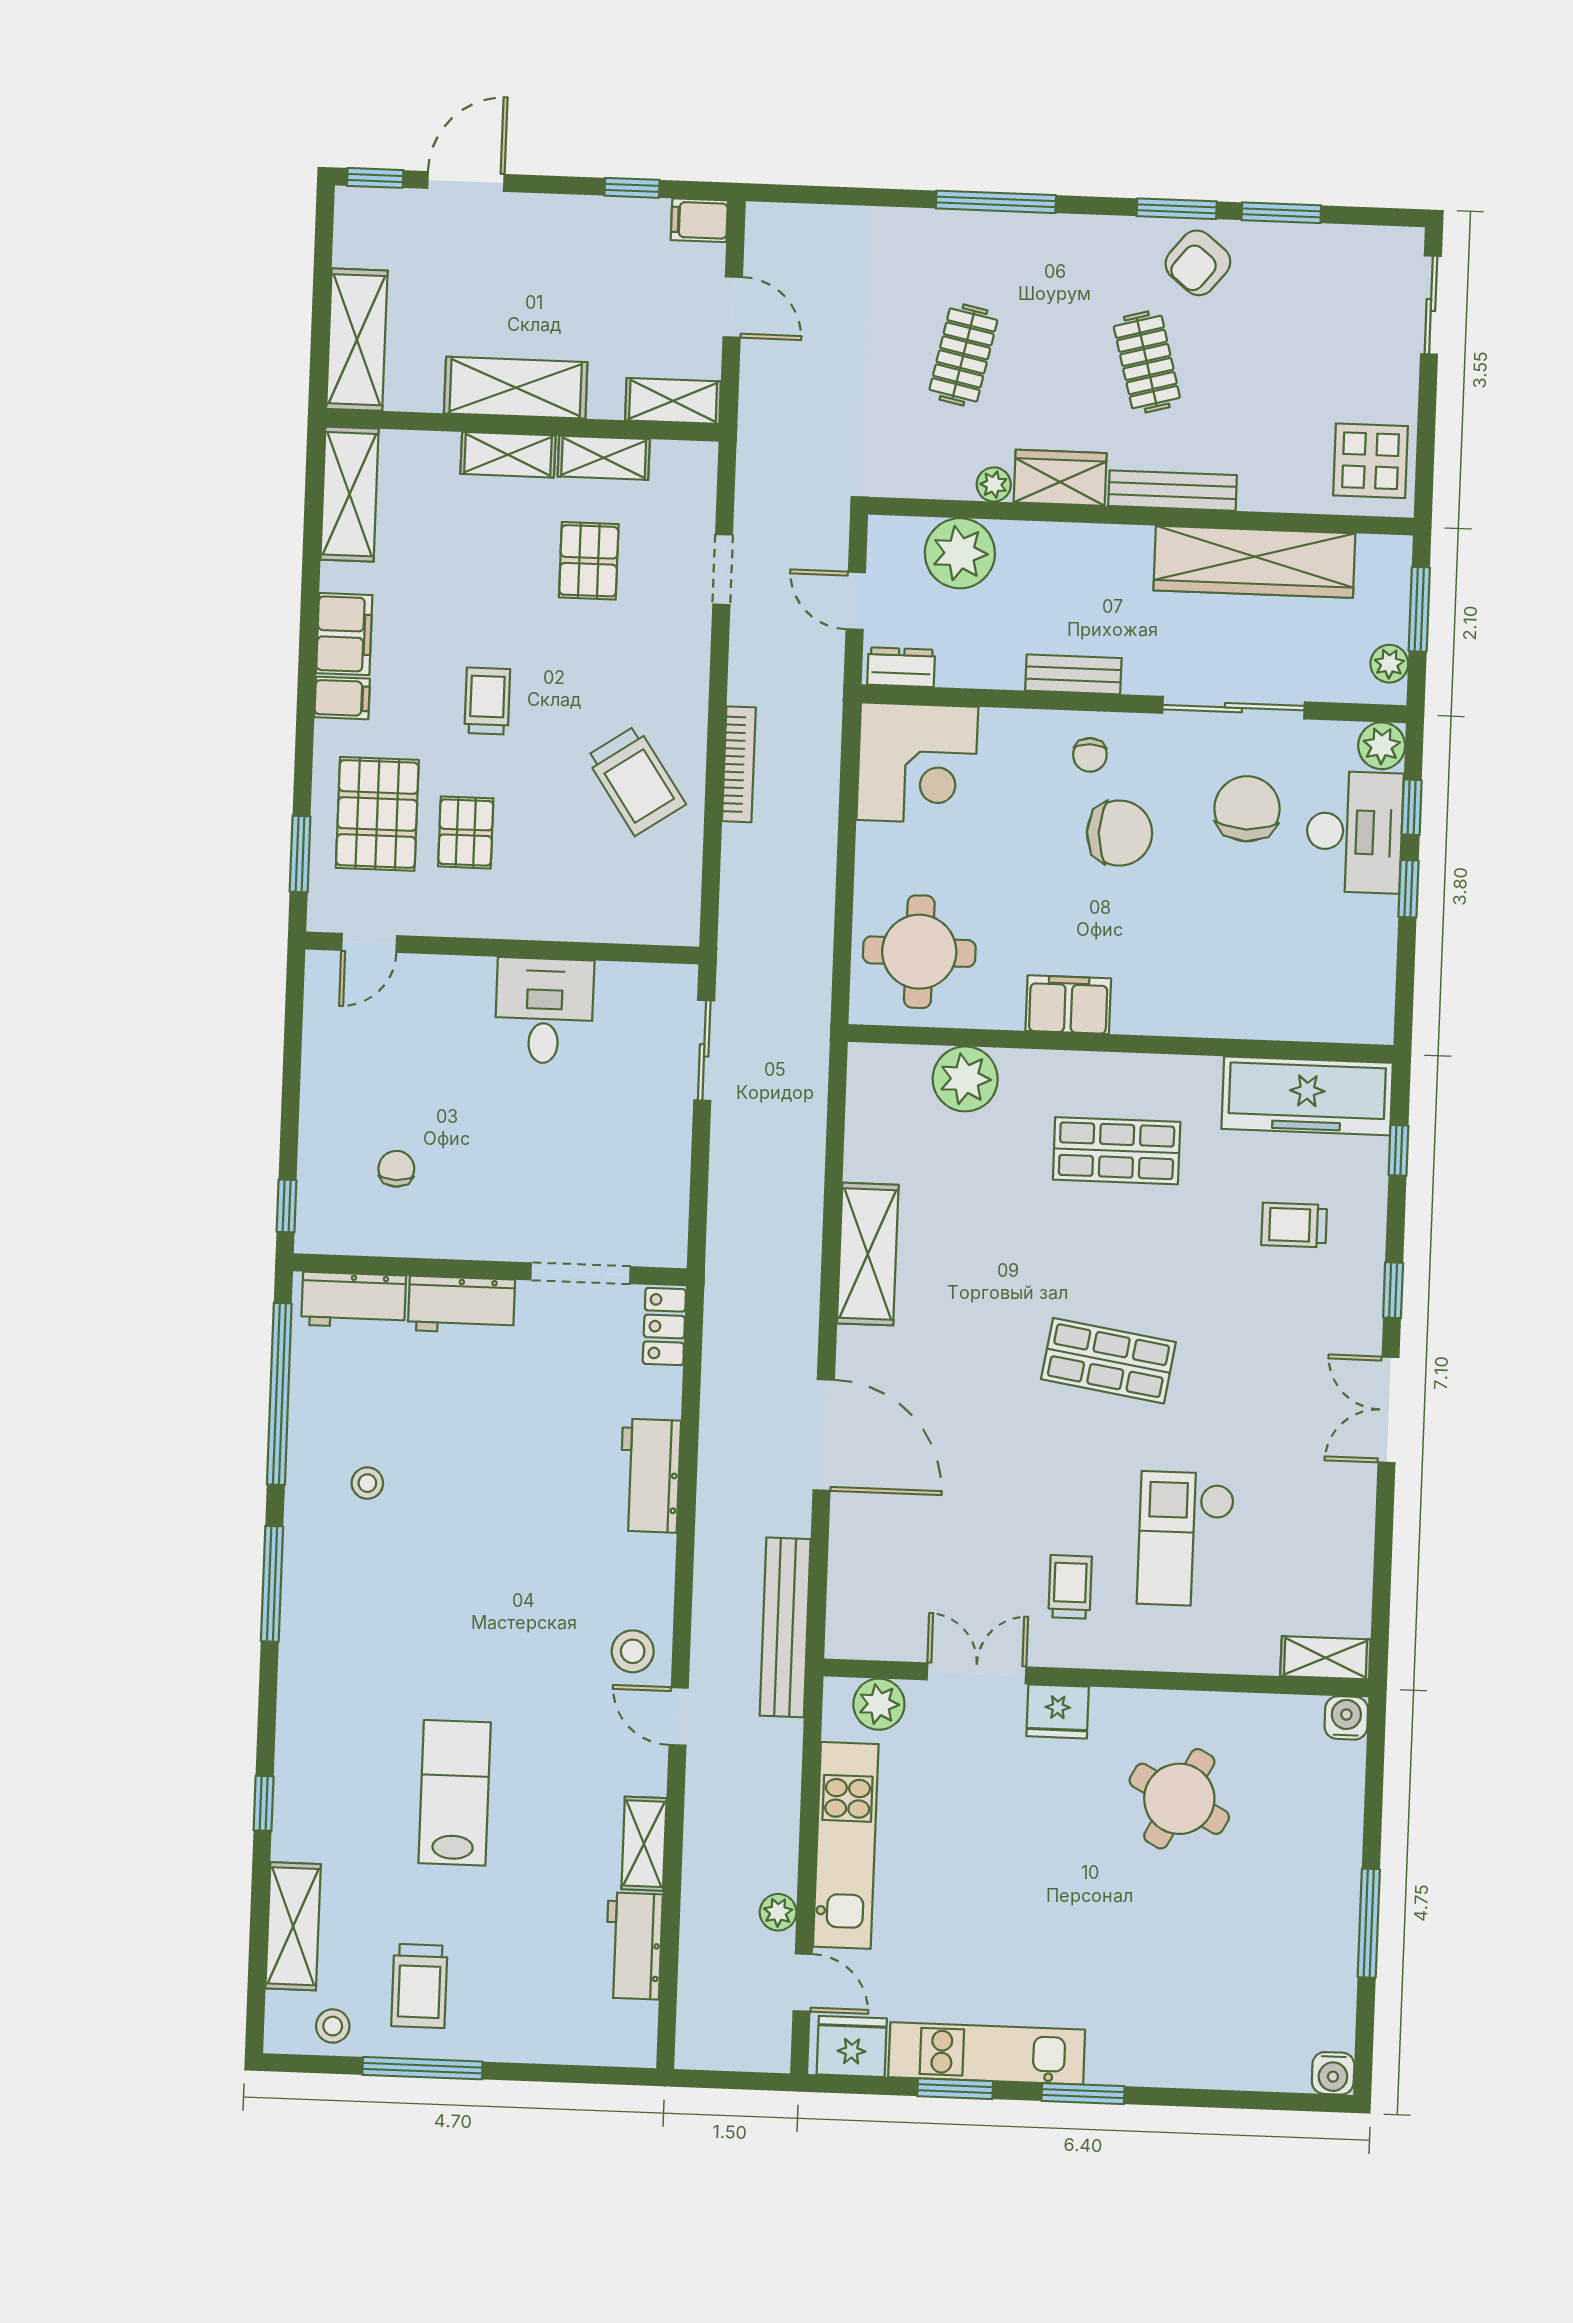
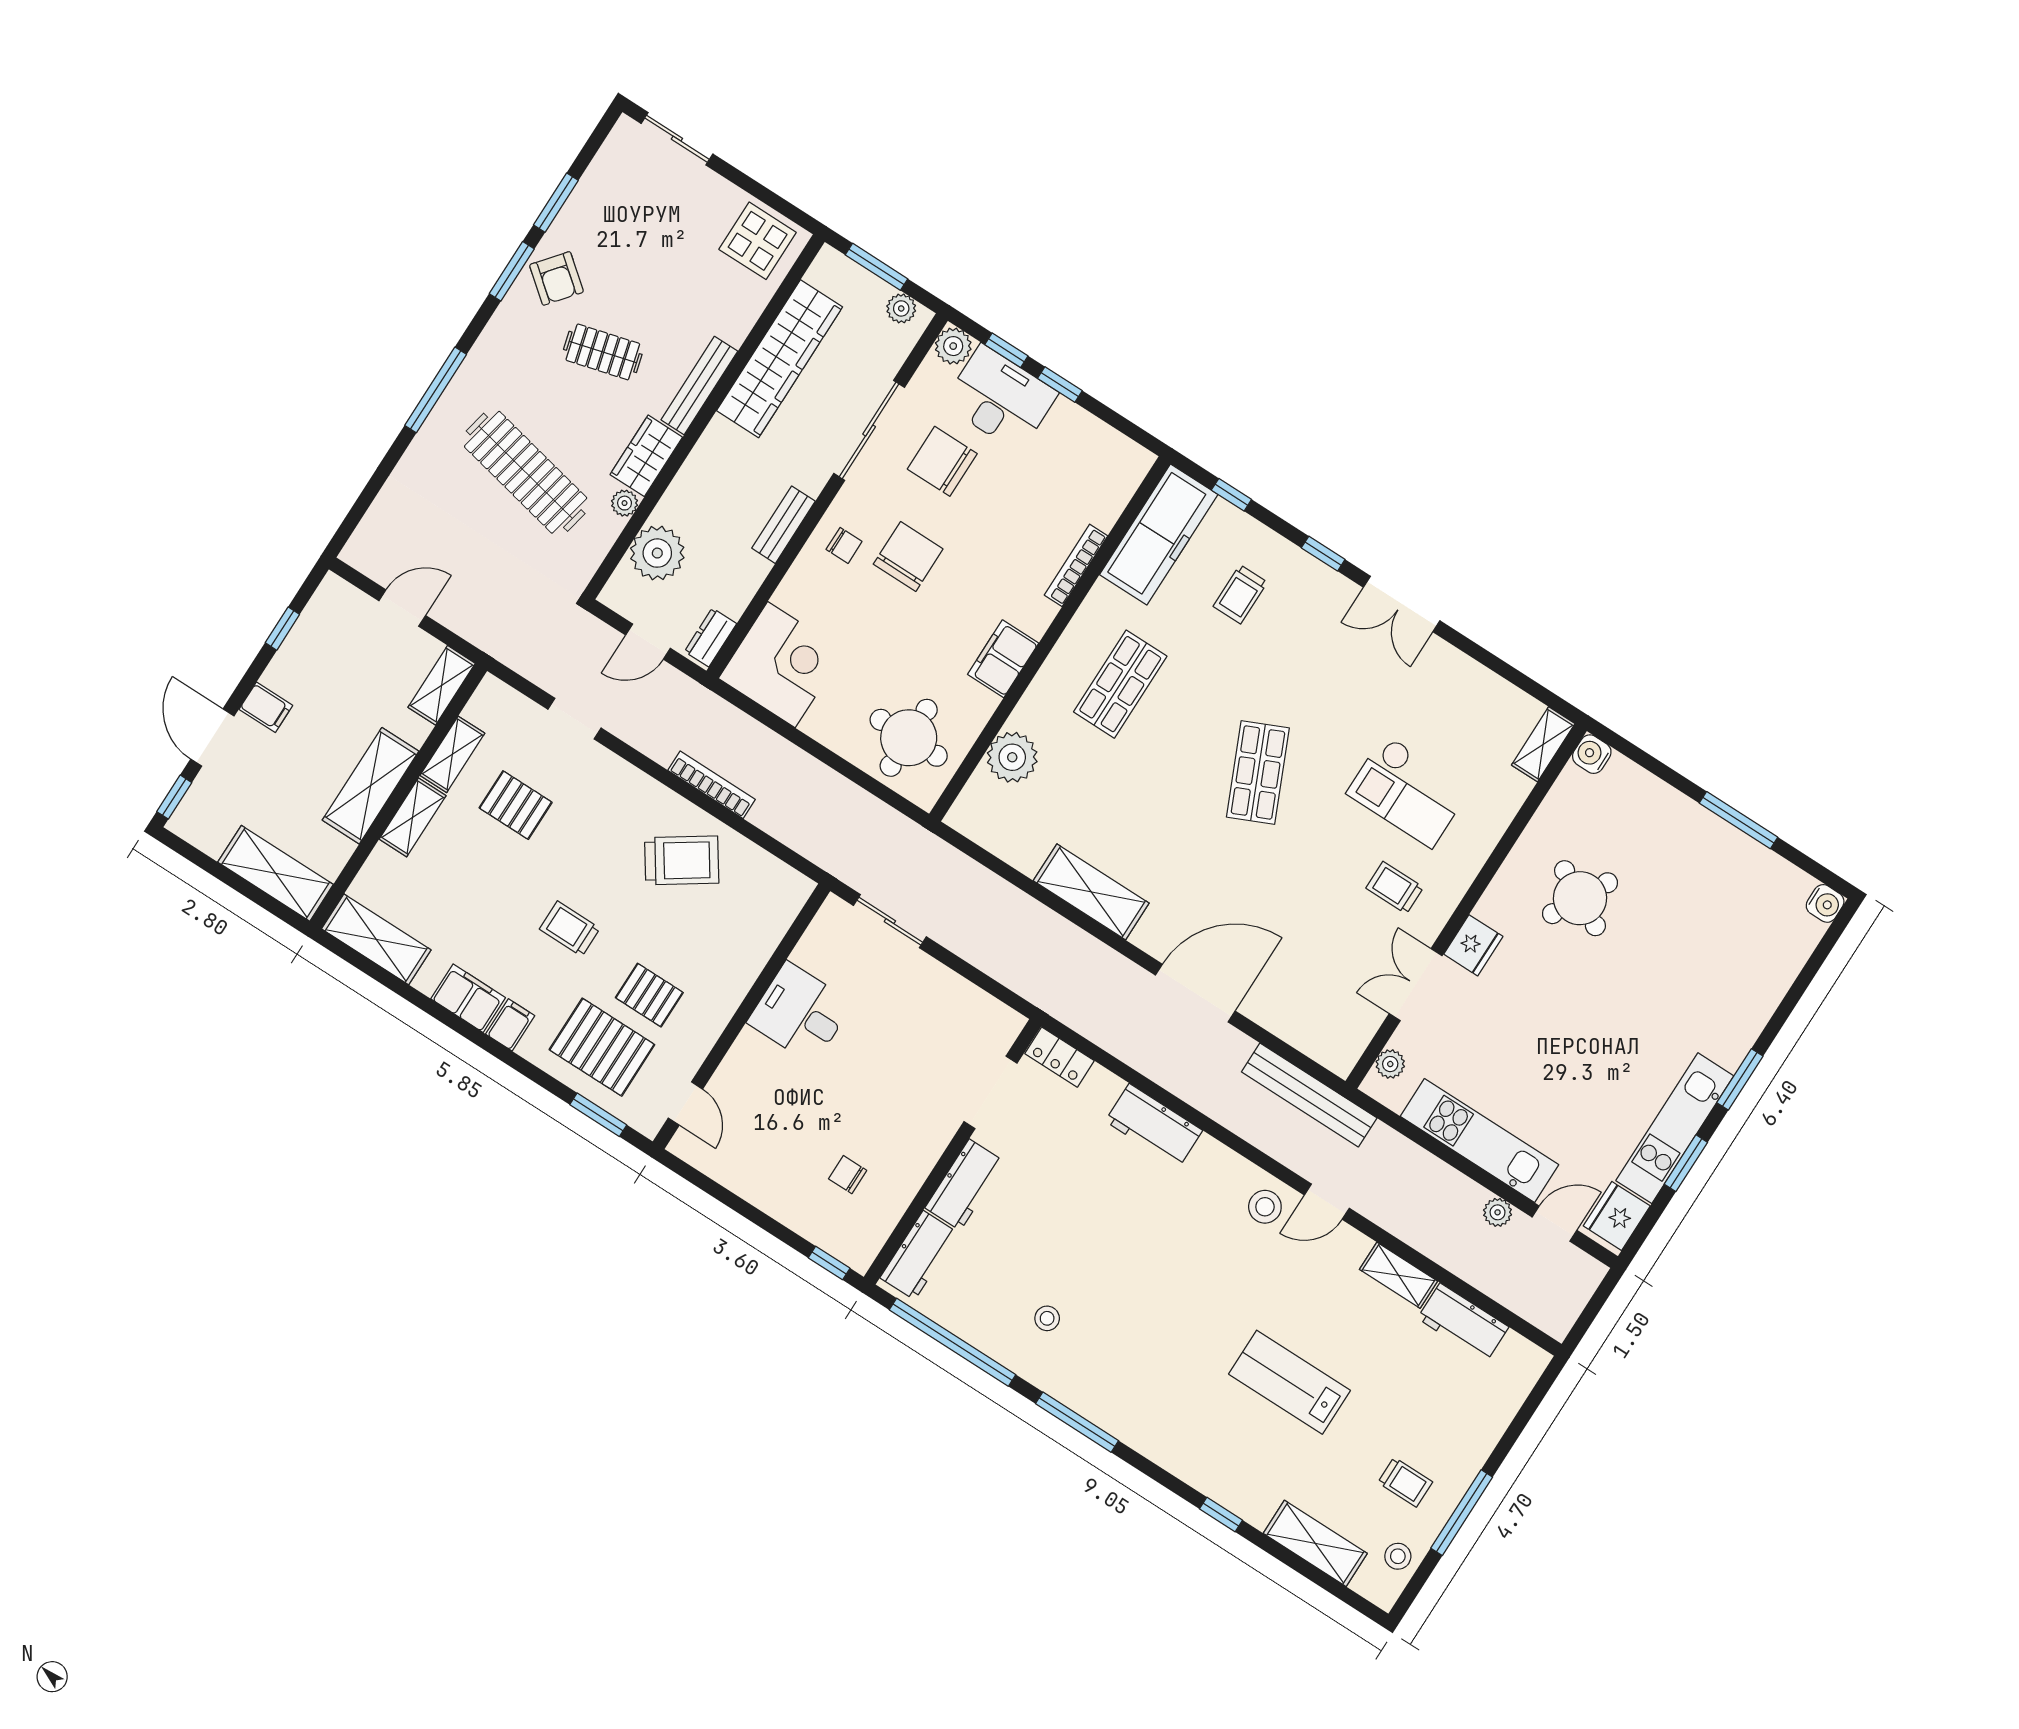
filing cabinet: (699, 220) -> (266, 707), moved, turned -90
clothes rail: (963, 355) -> (526, 472), width x1.86, depth x1.31
bookcase: (1219, 1024) -> (1076, 565), added
shop shelf: (1108, 1361) -> (1258, 773), turned -33
plant: (879, 1704) -> (1390, 1064), width x0.73, depth x0.73
trolley: (419, 1986) -> (1405, 1482), width x0.73, depth x0.72

